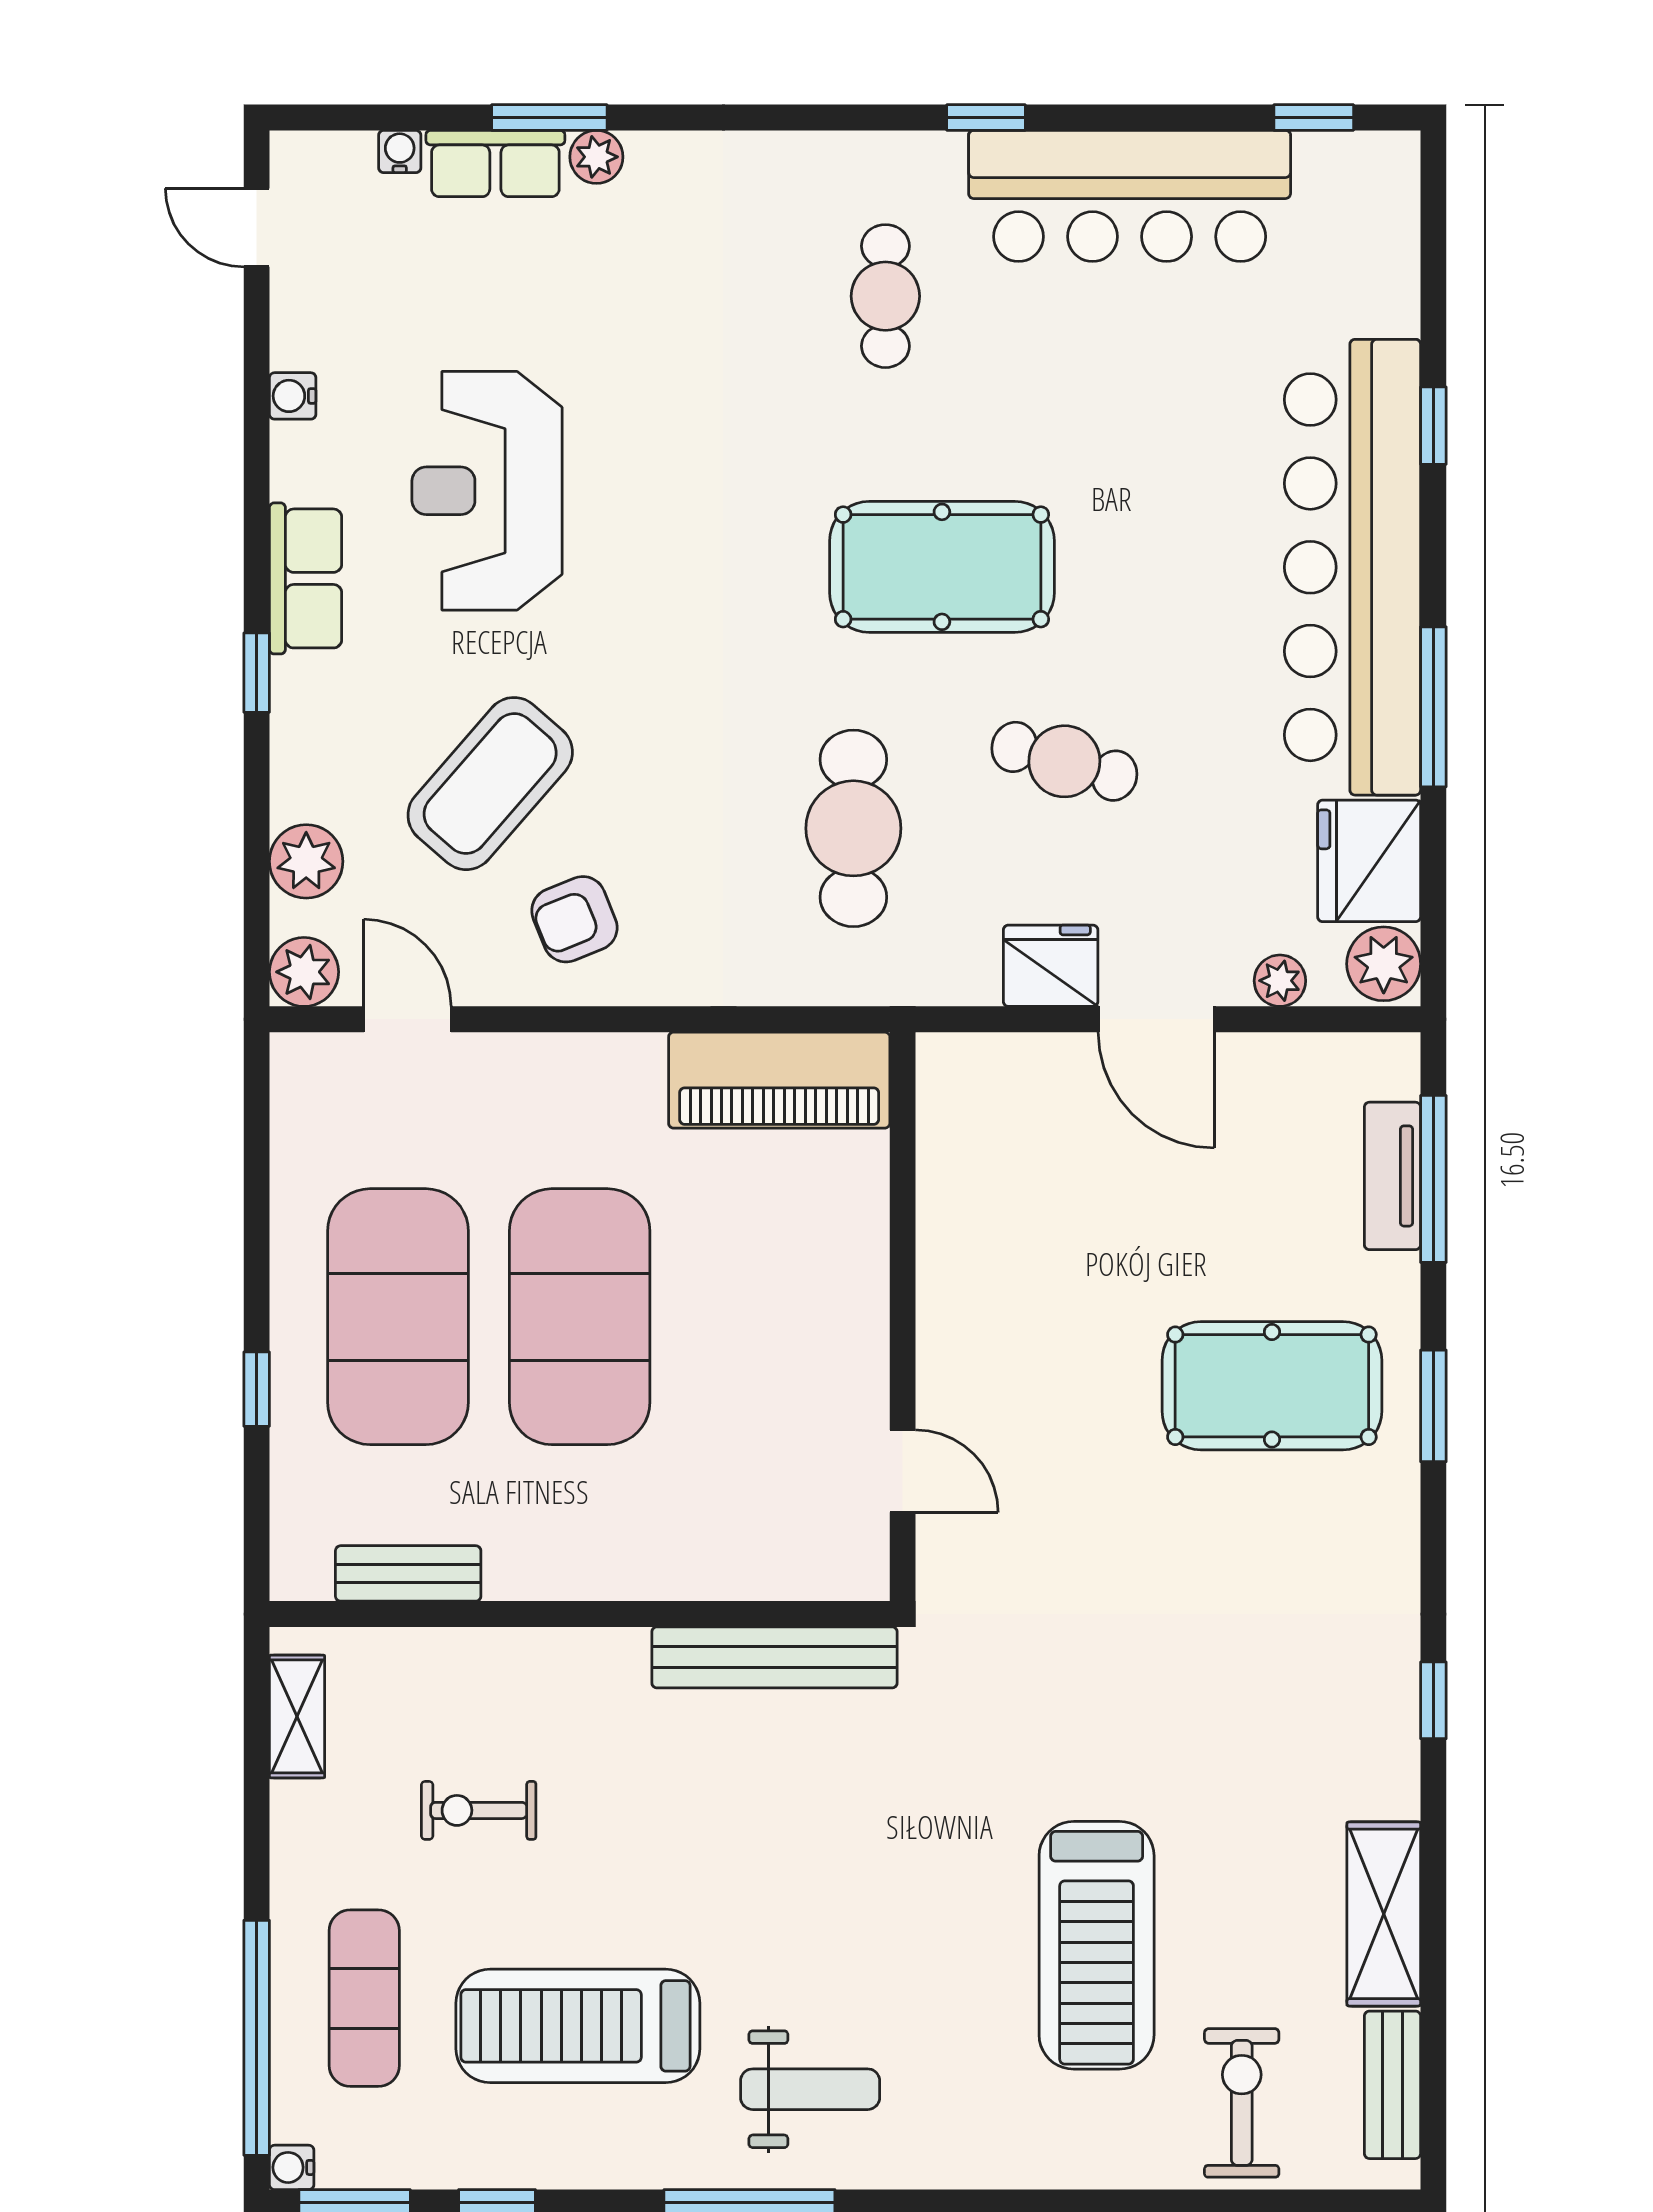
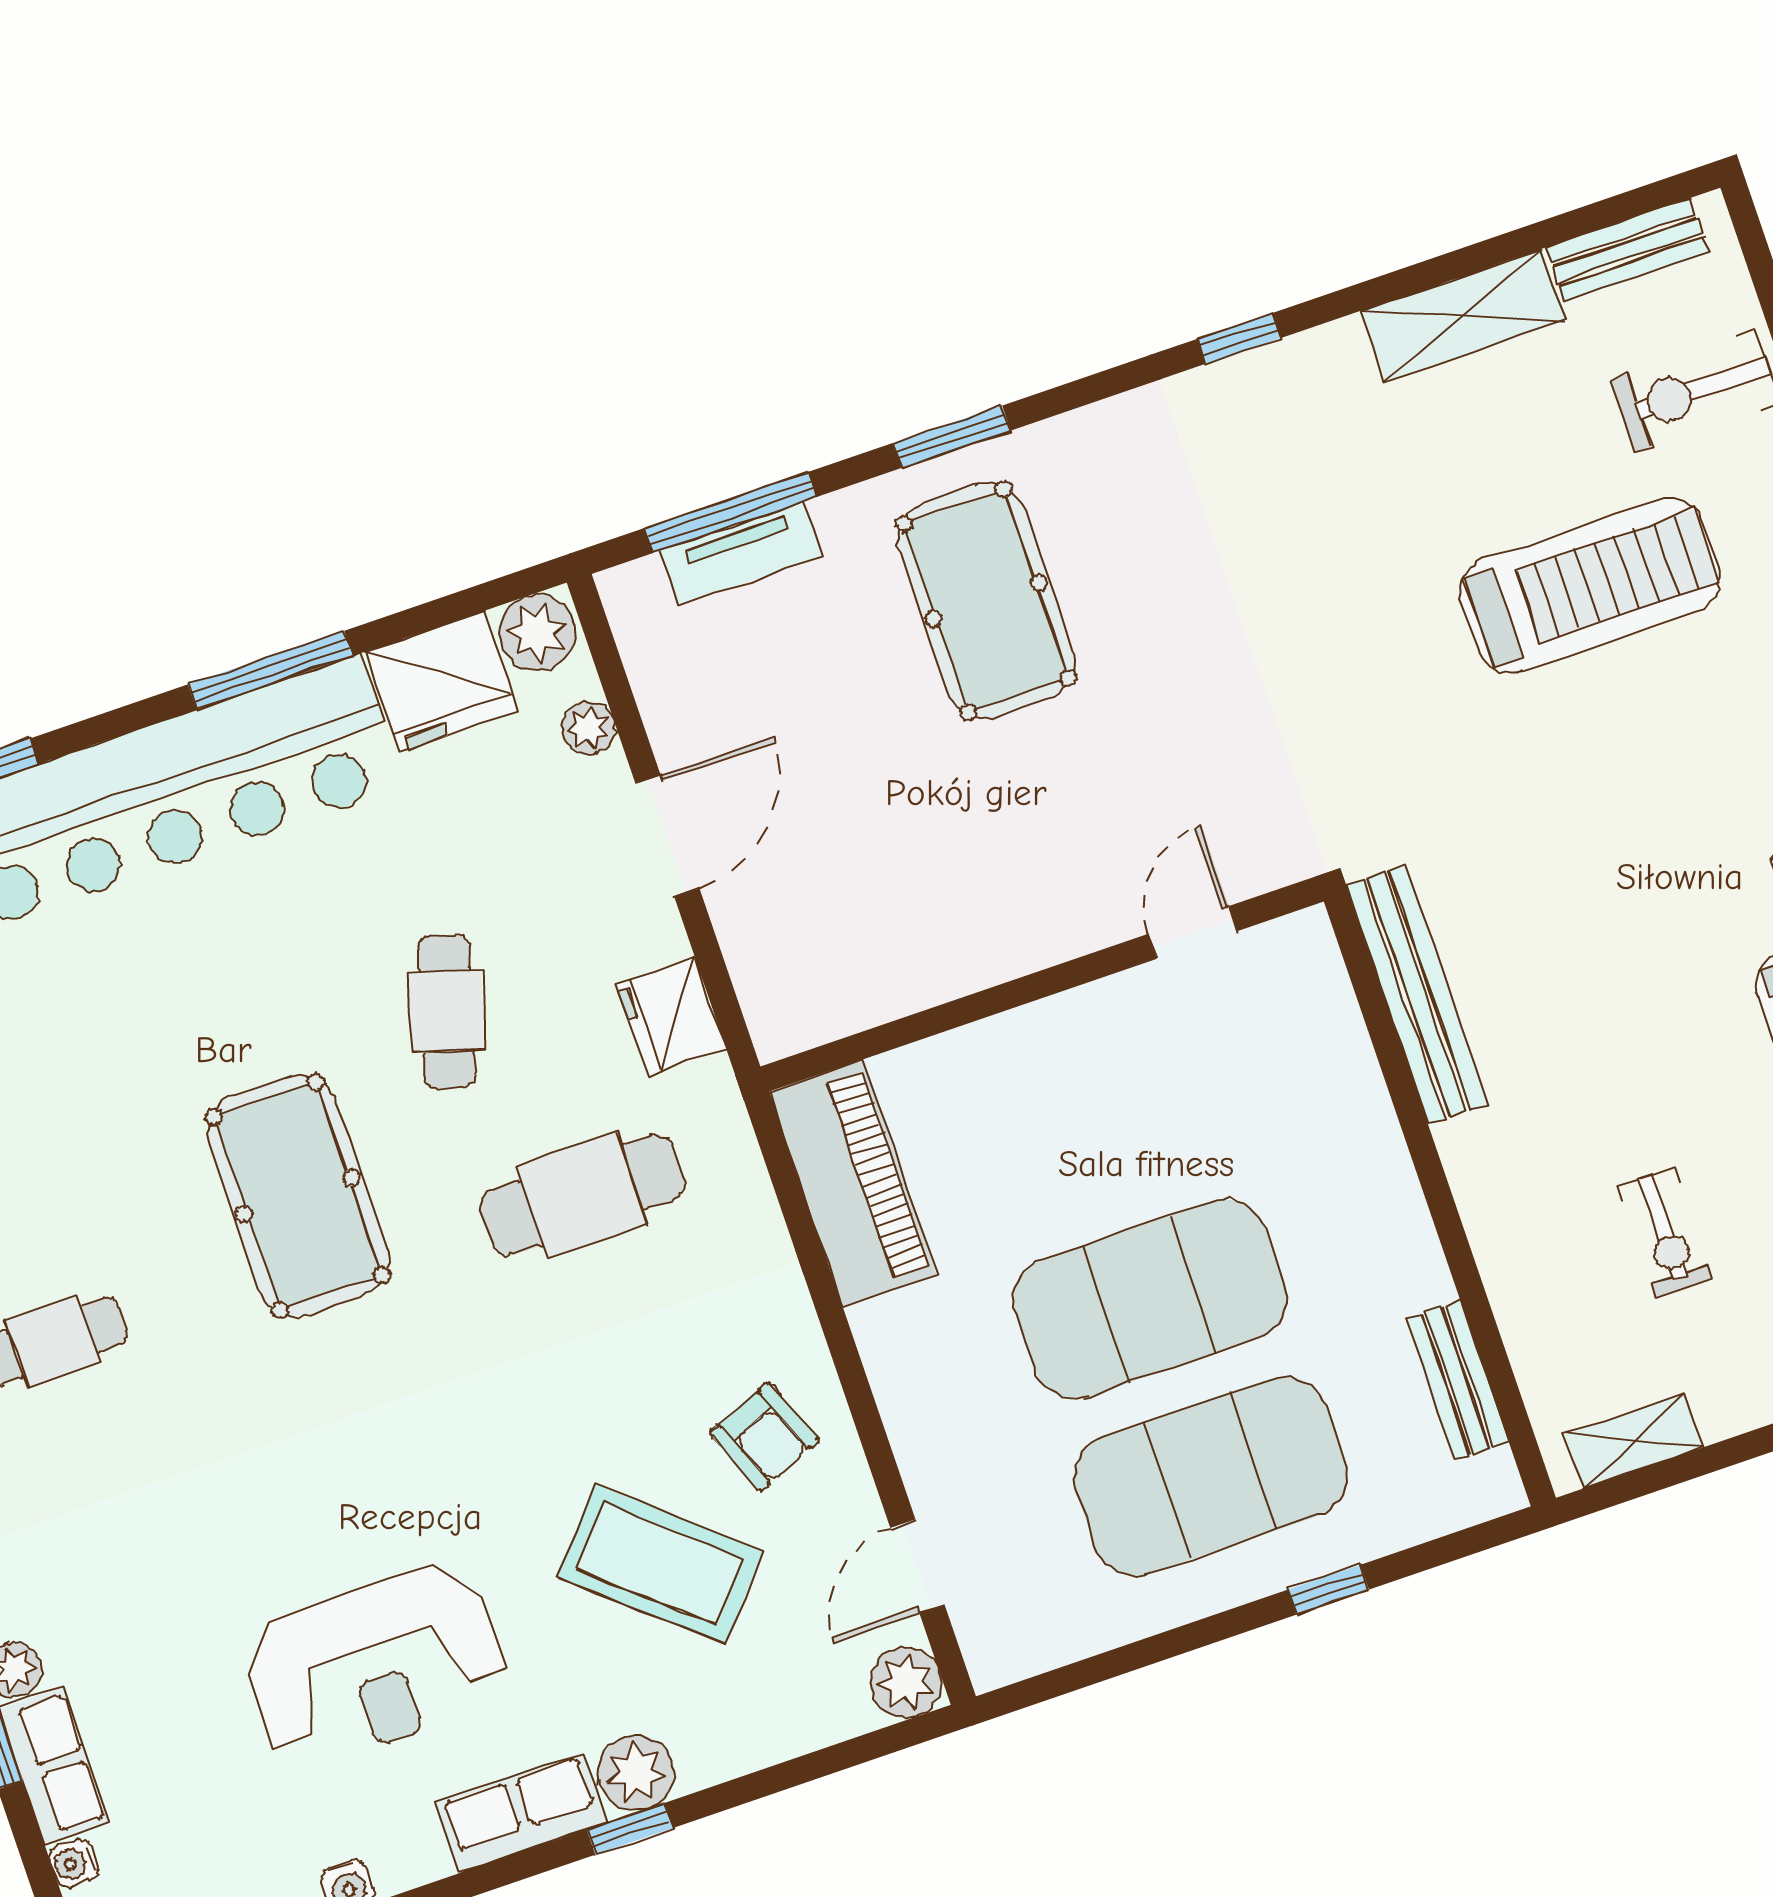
plant: (306, 861) -> (636, 1773), moved
fridge: (1051, 966) -> (671, 1016), moved

